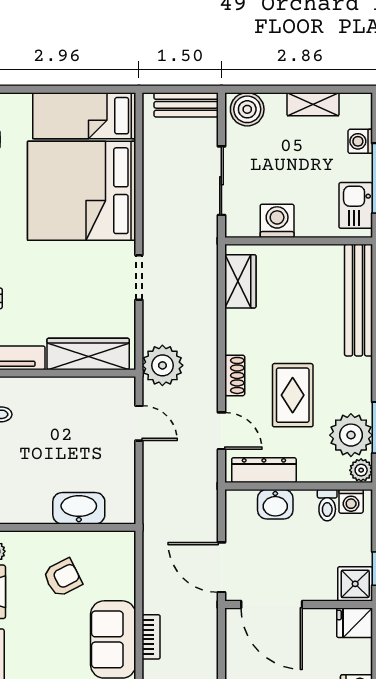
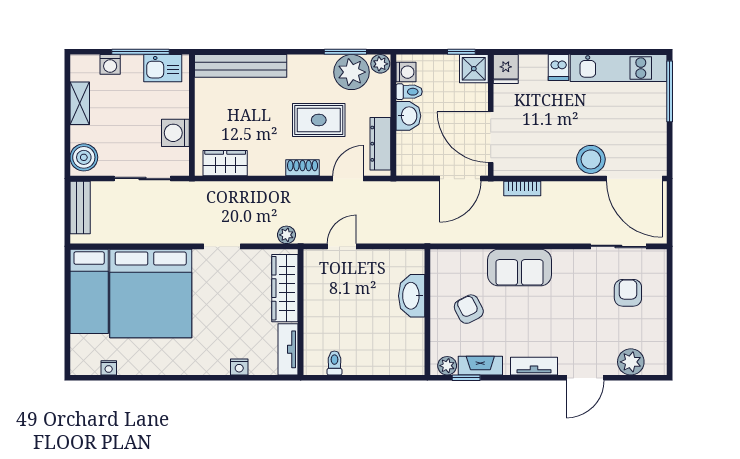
plant: (162, 365) -> (286, 235), width x0.53, depth x0.53
washbasin: (275, 504) -> (408, 116), moved
door: (272, 604) -> (491, 137), swing flipped
bookcase: (151, 637) -> (522, 189), moved, turned 180

